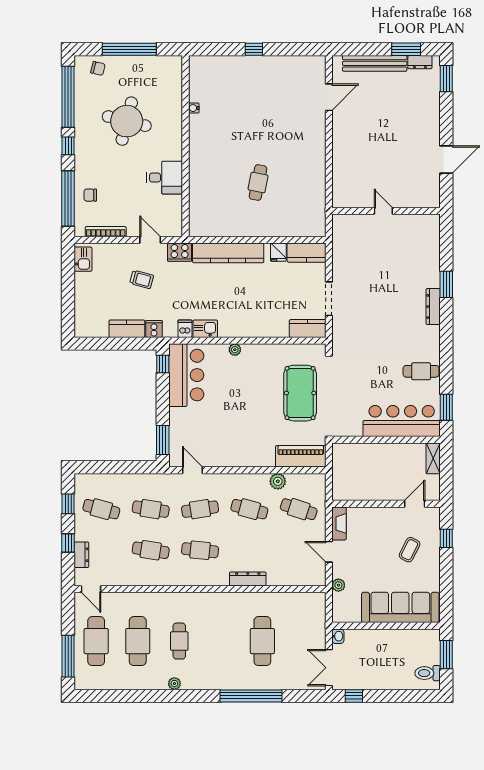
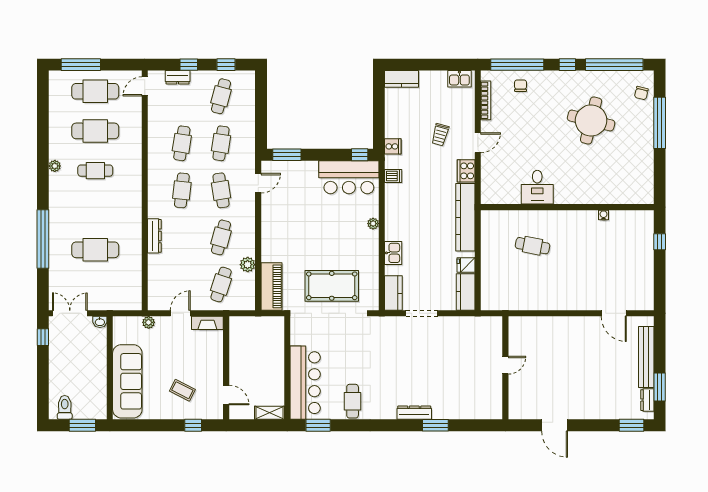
water cooler: (194, 108) -> (604, 215), moved
wall: (186, 146) -> (567, 207), moved
desk: (165, 178) -> (537, 187), moved
kitchen counter: (127, 329) -> (402, 79), moved, turned 90
kitchen sink: (205, 329) -> (393, 253), moved

